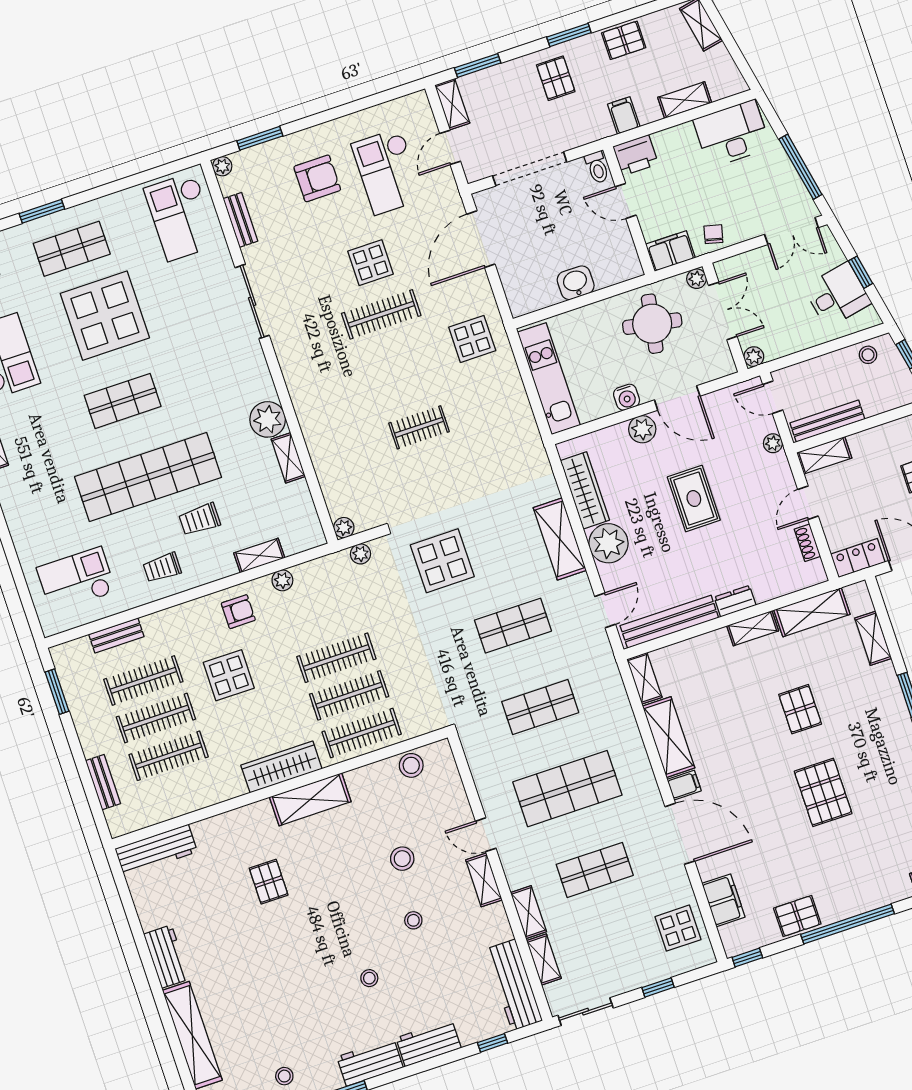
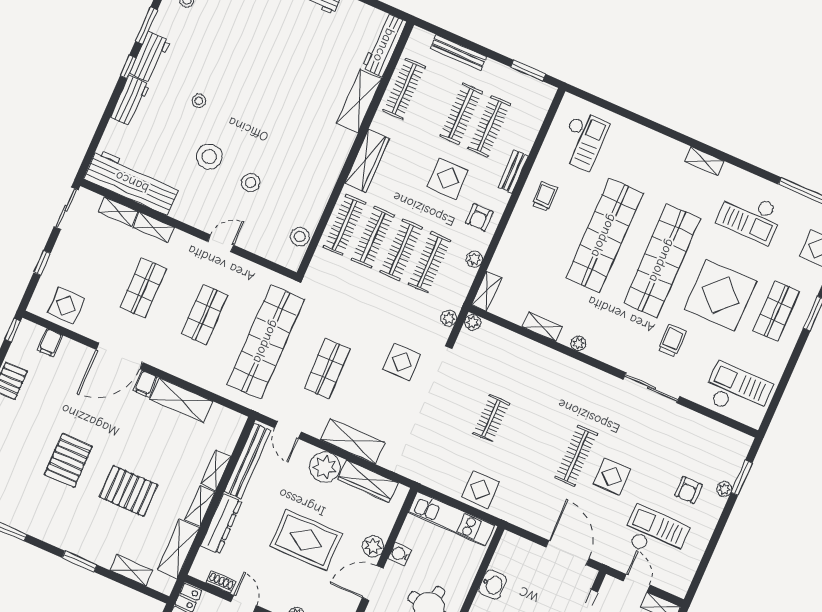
plant: (222, 166) -> (724, 489), moved
armchair: (317, 178) -> (688, 490), width x0.72, depth x0.72
bench: (240, 220) -> (705, 424), removed
display table: (472, 339) -> (480, 490), moved
shop shelf: (123, 401) -> (662, 261), width x2.00, depth x1.36
plant: (268, 419) -> (578, 343), width x0.53, depth x0.53
rug: (694, 499) -> (306, 540), width x1.36, depth x1.43
trolley: (200, 519) -> (672, 341), moved
shelving: (259, 556) -> (486, 291), moved
display table: (442, 561) -> (402, 362), width x0.73, depth x0.73
dresser: (735, 601) -> (221, 524), width x1.96, depth x1.24
clothes rail: (324, 620) -> (430, 262), added
bench: (116, 635) -> (513, 171), moved
shelving: (644, 678) -> (216, 470), moved, turned 90
shop shelf: (540, 707) -> (266, 342), width x2.00, depth x1.36
pallet: (800, 709) -> (128, 491), width x1.50, depth x1.42
clothes rail: (169, 756) -> (404, 89), moved
bench: (103, 782) -> (458, 53), width x1.36
shop shelf: (567, 789) -> (205, 315), width x0.70, depth x0.74
pallet: (823, 792) -> (68, 461), turned 90
shelving: (310, 799) -> (359, 101), moved
shelving: (484, 880) -> (196, 219), removed
pallet: (269, 882) -> (307, 93), removed
filing cabinet: (723, 900) -> (50, 343), width x0.50
stool: (413, 920) -> (209, 157), width x1.89, depth x1.89
workbench: (514, 985) -> (132, 182), width x1.36, depth x1.32
window: (493, 1043) -> (128, 67), moved

